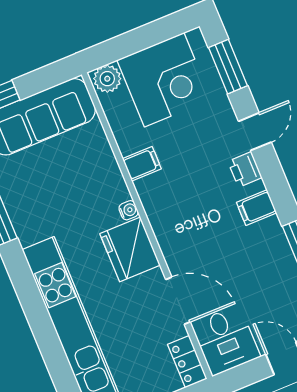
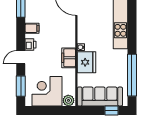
filing cabinet: (142, 164) -> (69, 58), width x2.00
fridge: (130, 249) -> (87, 62), moved

